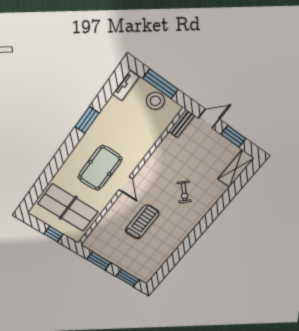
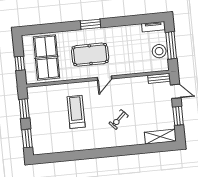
window: (87, 120) -> (90, 24), moved
door: (126, 184) -> (104, 78), moved
treadmill: (142, 222) -> (76, 112), turned -90

